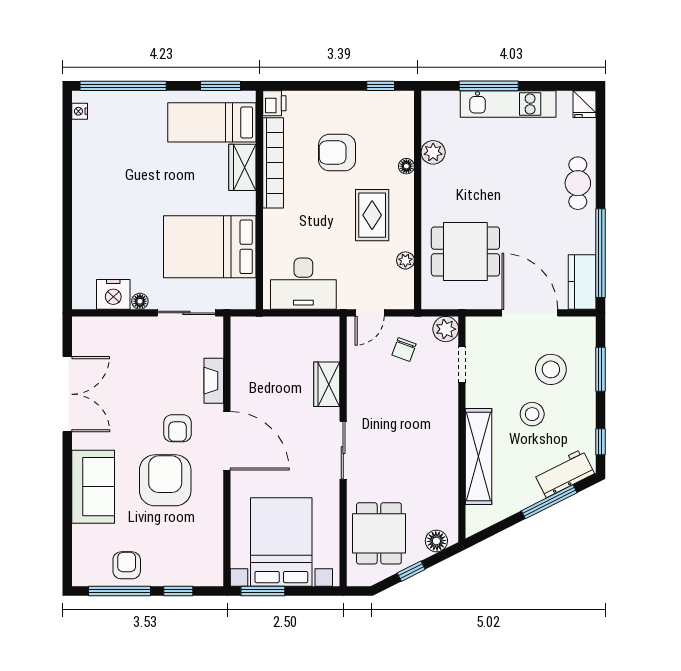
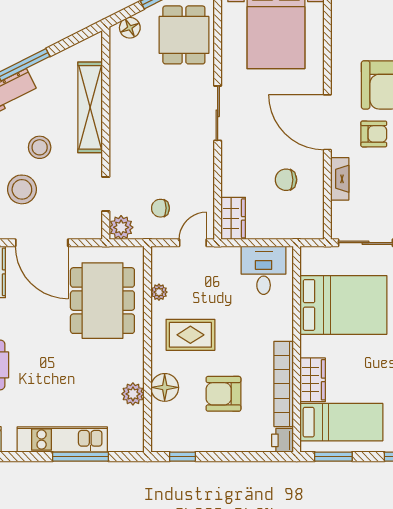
armchair: (337, 153) -> (223, 394), turned 180
floor lamp: (406, 166) -> (165, 387), width x1.89, depth x1.89
rug: (372, 215) -> (190, 335), turned 90
dining table: (465, 251) -> (102, 301), width x1.38
desk: (303, 284) -> (264, 270), width x0.73
chair: (404, 350) -> (160, 208), turned -110
chair: (271, 380) -> (286, 180), added
wardrobe: (327, 384) -> (233, 218), moved
armchair: (178, 428) -> (374, 134), turned 90

